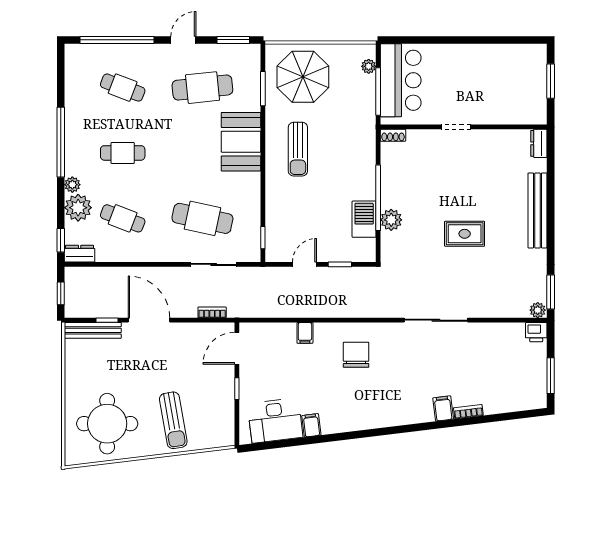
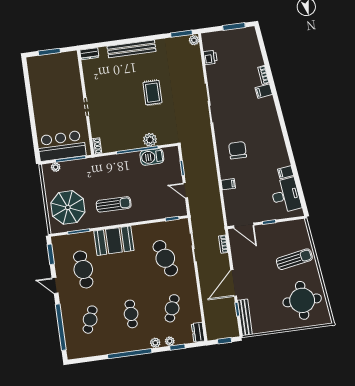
plant: (78, 208) -> (170, 341), width x0.53, depth x0.53
cafe table: (202, 218) -> (165, 258), turned -30
window: (61, 240) -> (177, 347), moved
printer: (536, 332) -> (210, 57), moved
chair: (356, 355) -> (238, 150), turned 90

